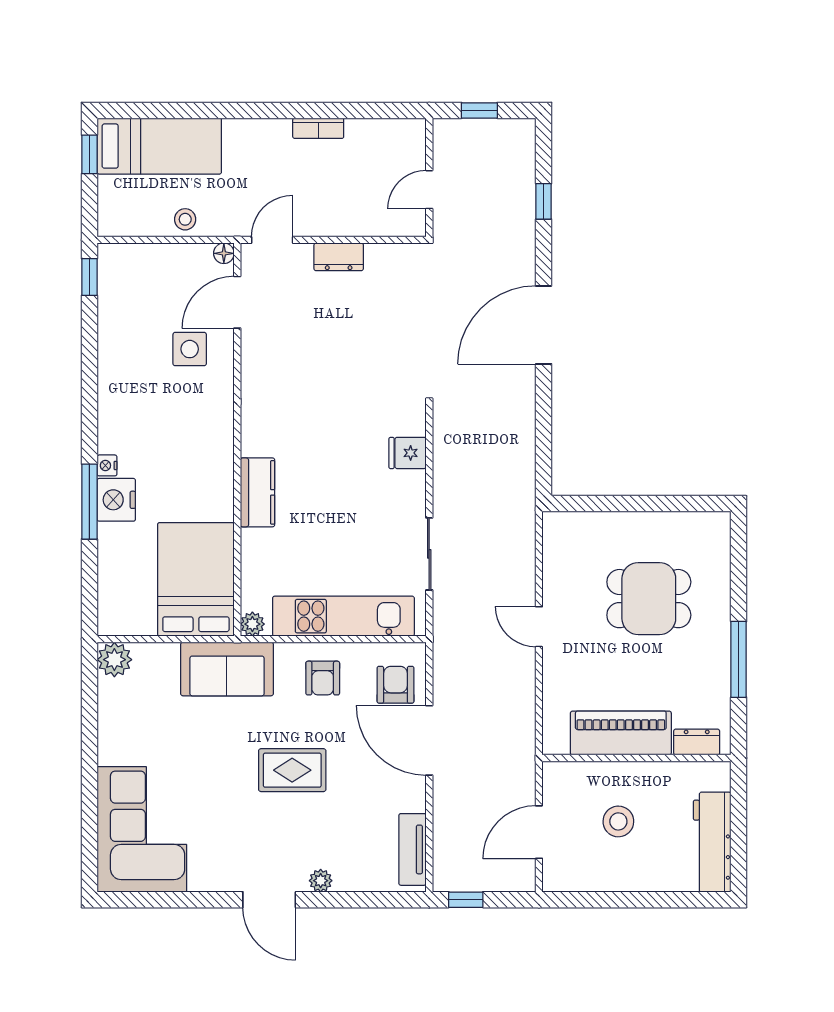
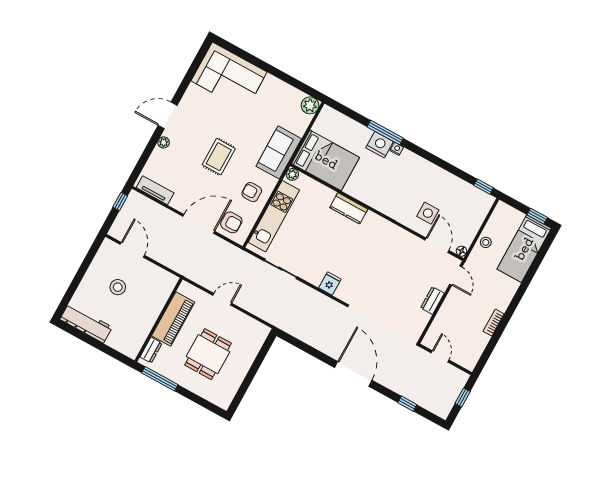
piano: (621, 733) -> (173, 319), moved
dresser: (697, 742) -> (151, 350), moved
wall: (636, 758) -> (159, 320), moved

